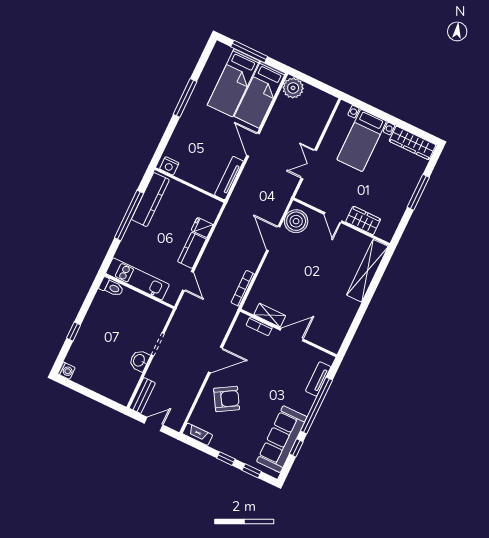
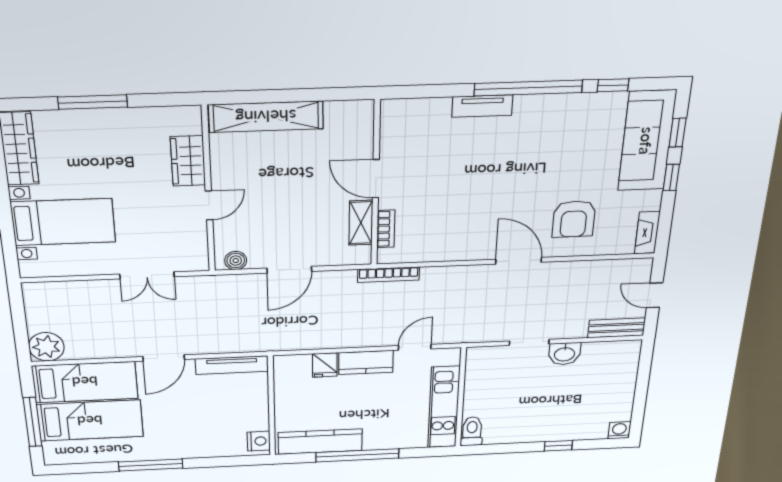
boiler: (296, 221) -> (236, 261), width x0.54, depth x0.54
shelving: (270, 315) -> (361, 223), moved
bookcase: (259, 326) -> (386, 229), moved
wall: (288, 333) -> (376, 184), moved
door: (292, 335) -> (376, 179), moved
armchair: (227, 399) -> (574, 219), turned -149
sofa: (282, 439) -> (647, 141), moved, turned 90

